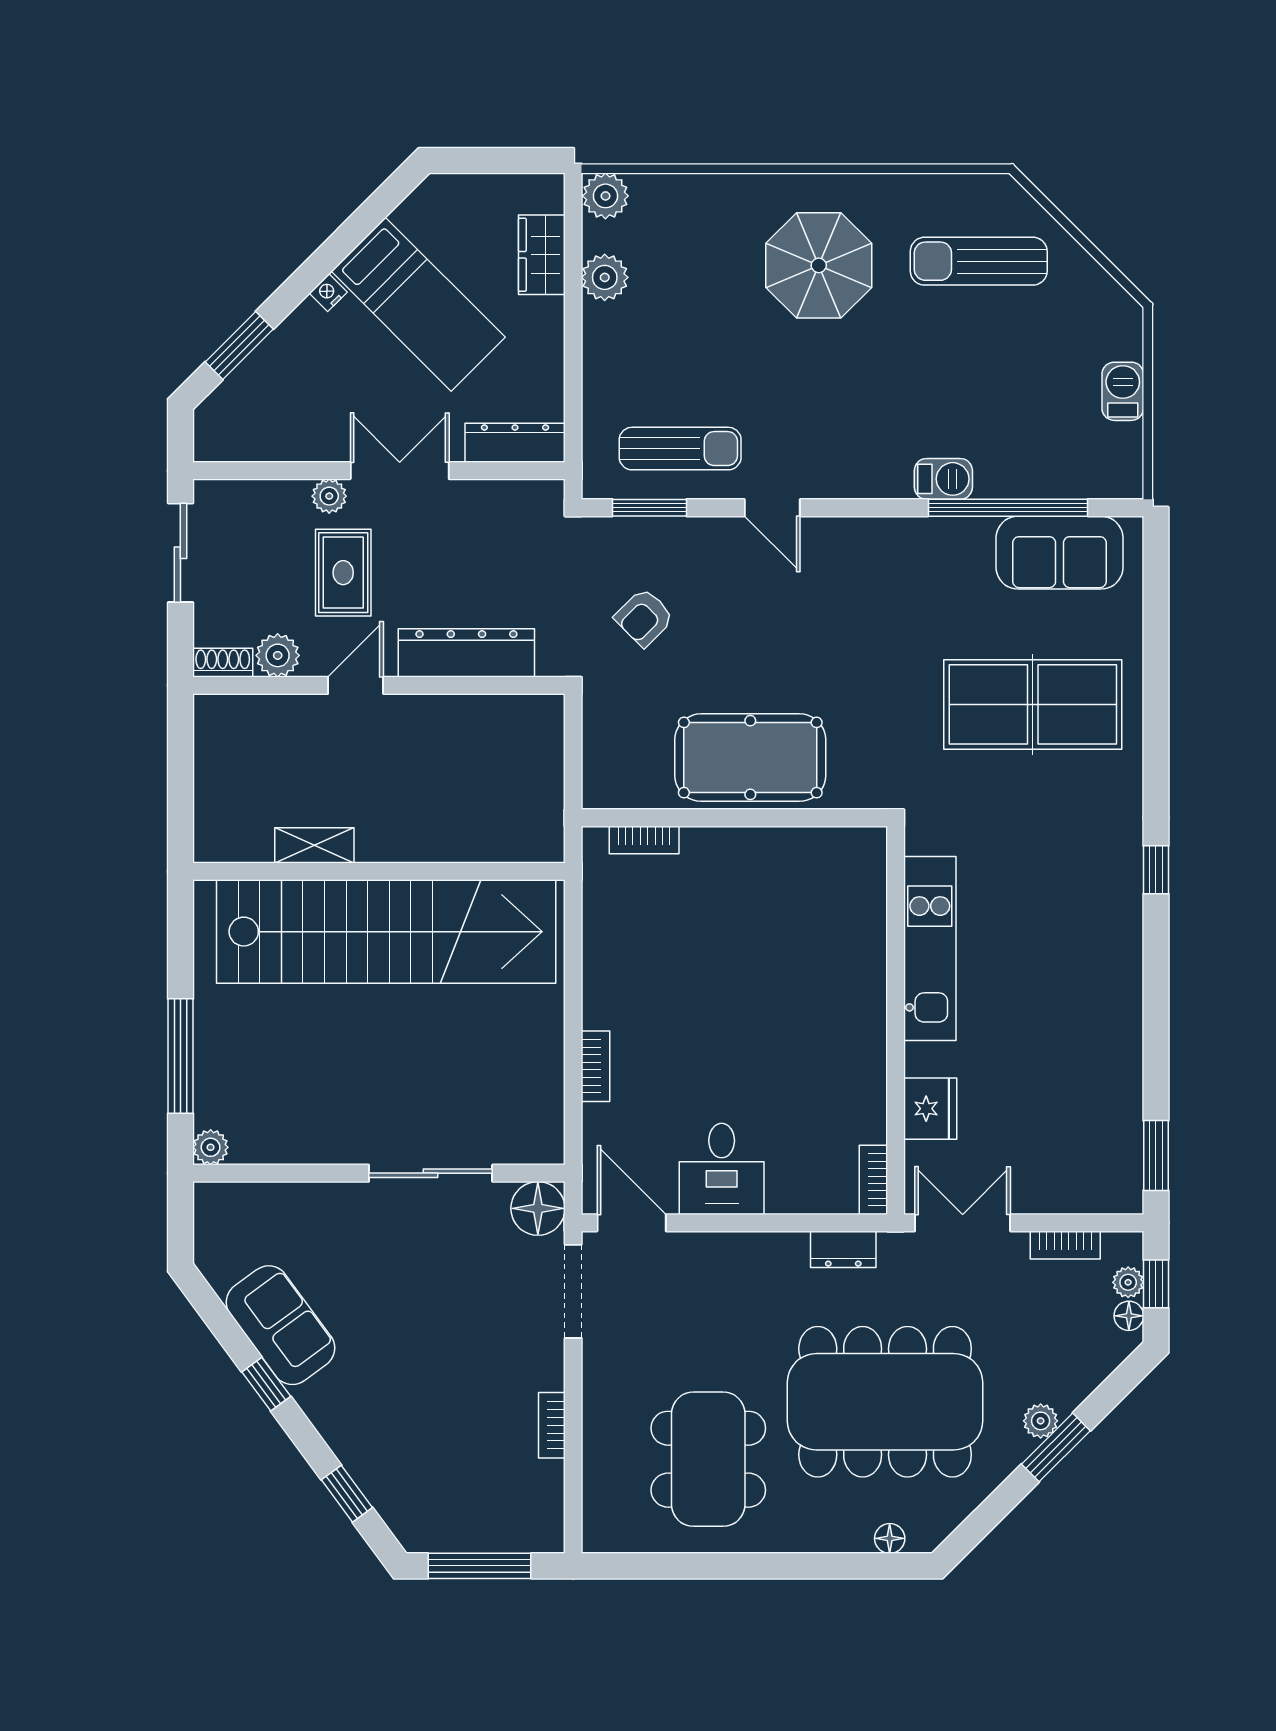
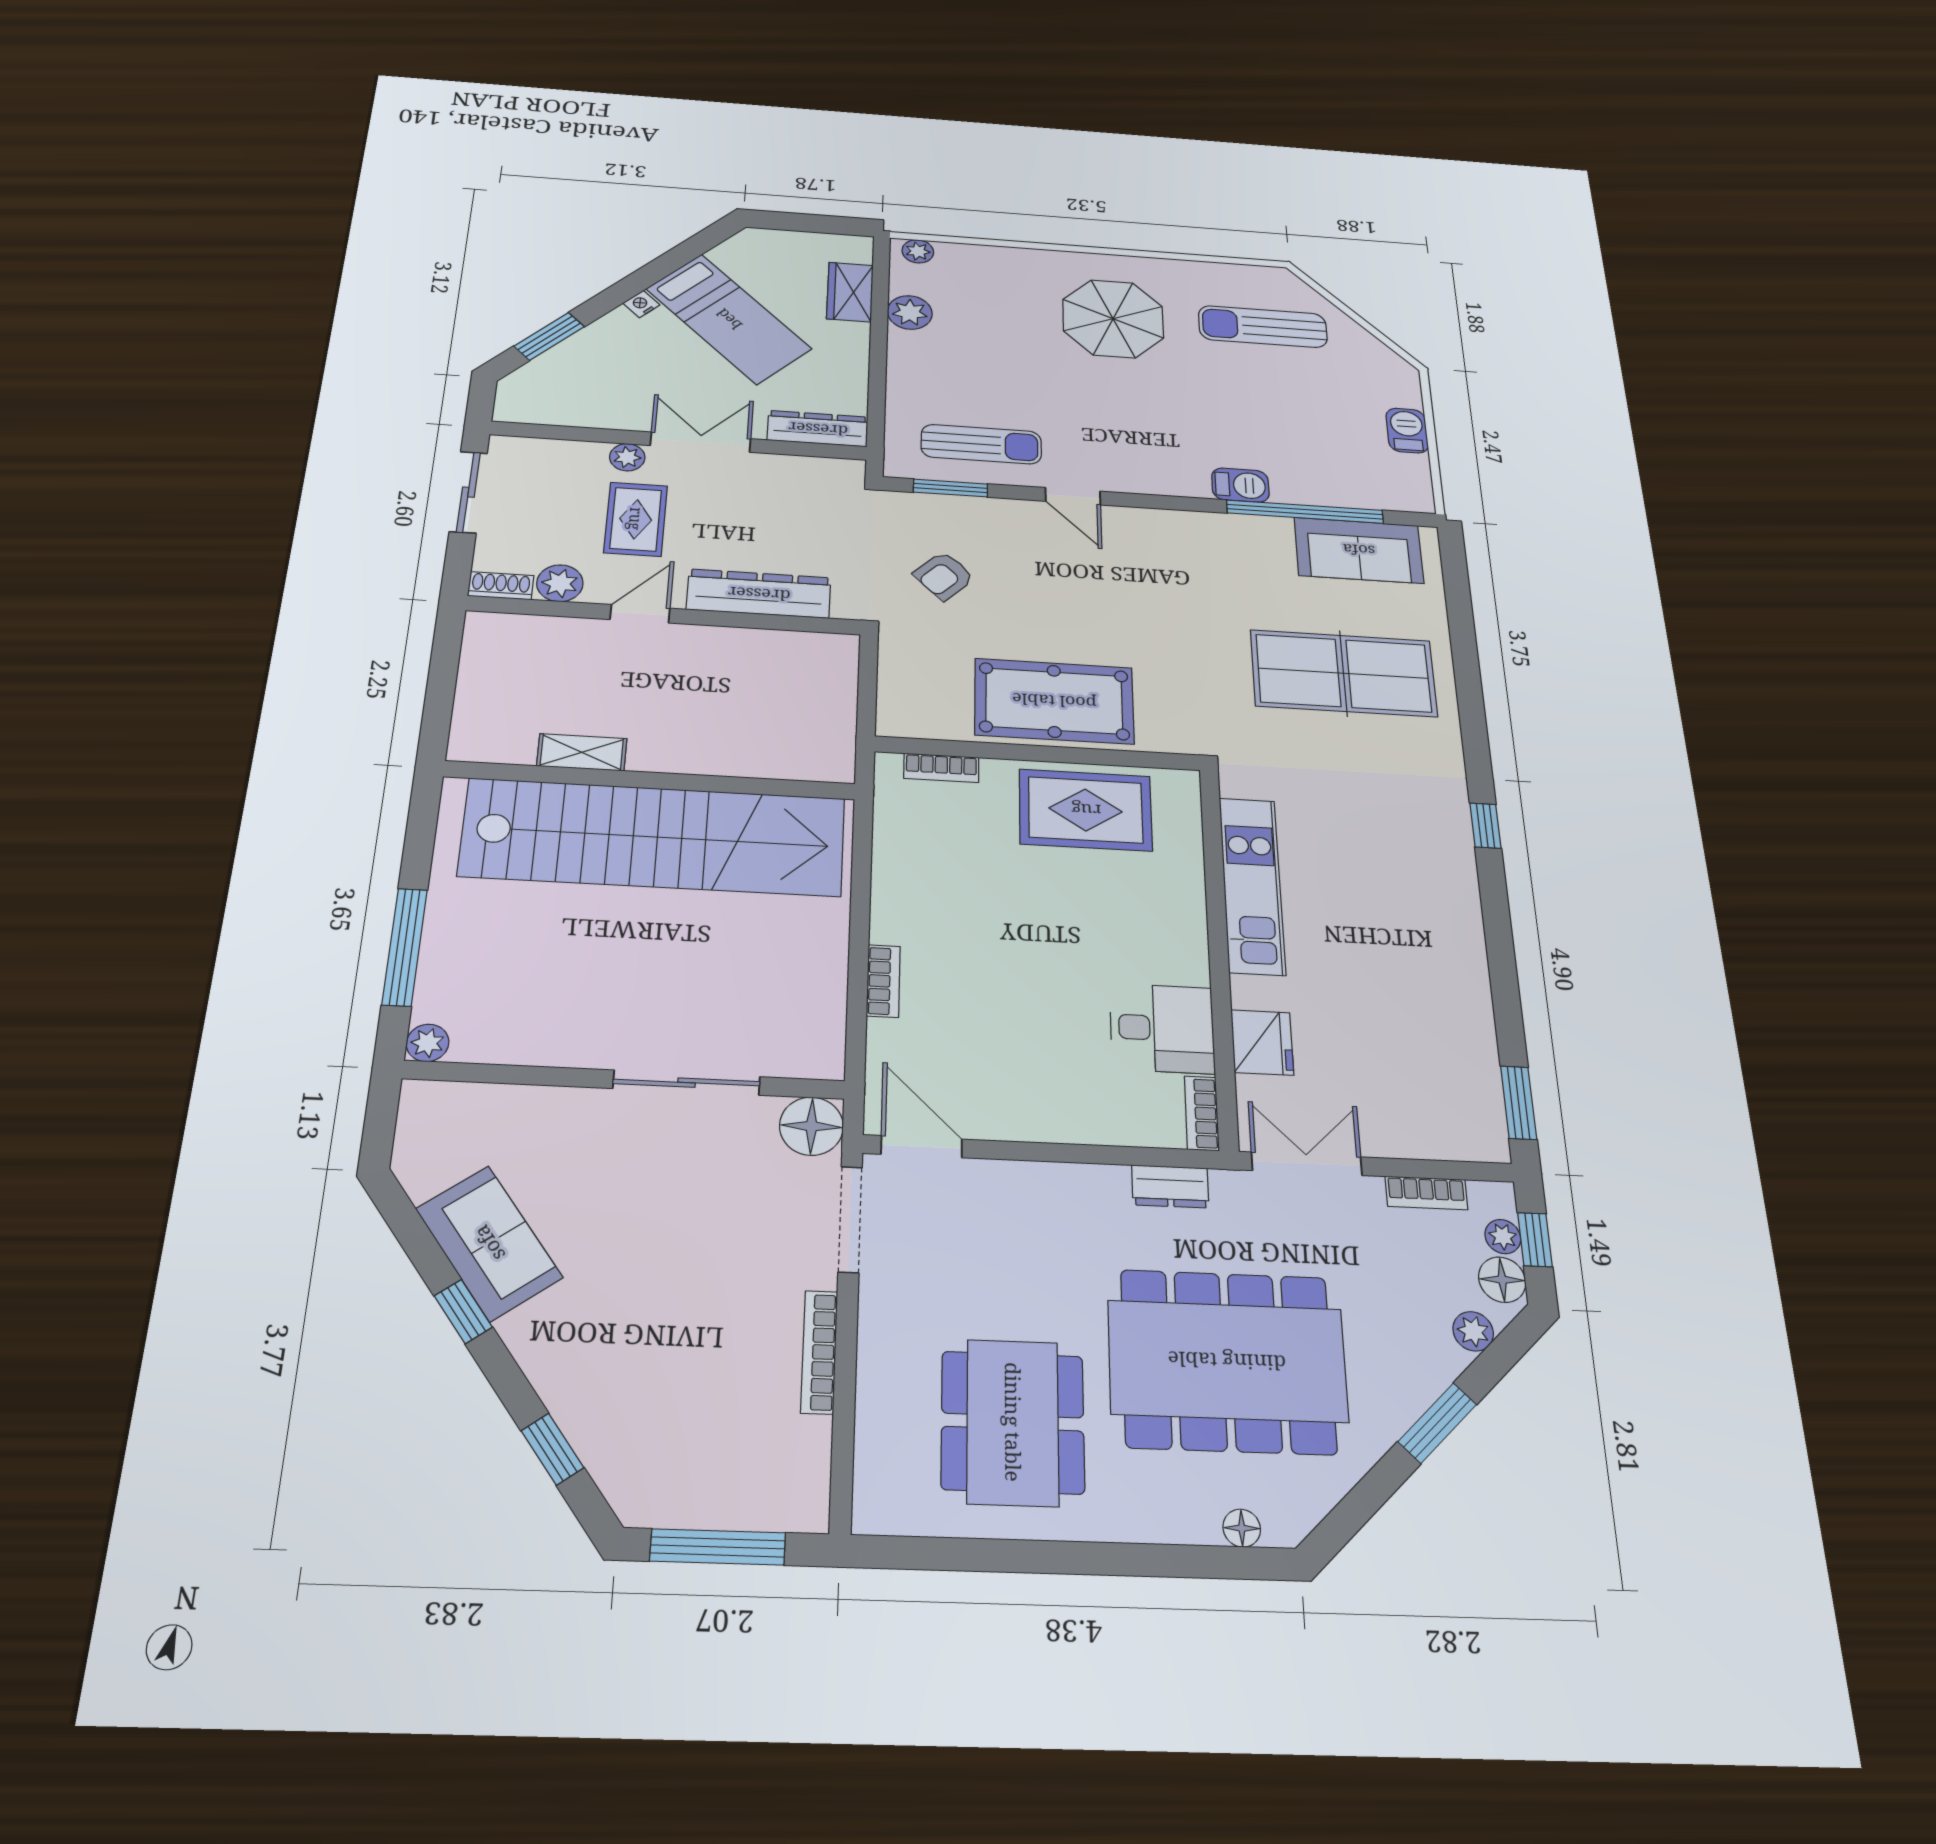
plant: (605, 196) -> (918, 251), width x0.73, depth x0.73
rug: (778, 877) -> (1086, 810), added
desk: (722, 1169) -> (1162, 1028), moved, turned -90
floor lamp: (1129, 1316) -> (1502, 1280), width x1.37, depth x1.37
plant: (1041, 1421) -> (1473, 1331), moved
bookcase: (552, 1425) -> (819, 1352), width x1.56

